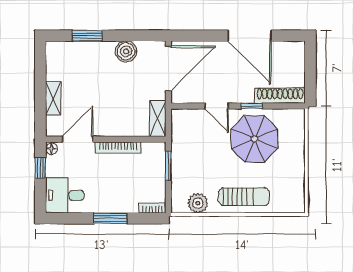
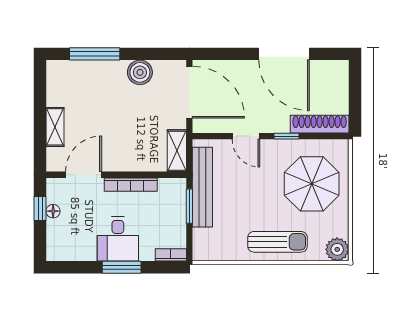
window: (87, 36) -> (95, 54), width x1.44
door: (168, 68) -> (189, 92), hinge flipped
parasol: (254, 139) -> (312, 184), moved
floor lamp: (51, 149) -> (53, 211), moved
bench: (180, 150) -> (202, 187), added
desk: (65, 195) -> (118, 239), moved, turned -90
plant: (198, 203) -> (337, 249), moved

